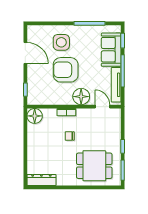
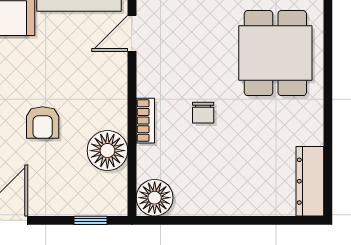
armchair: (66, 70) -> (43, 123), width x0.53, depth x0.53
floor lamp: (81, 97) -> (107, 151), moved

